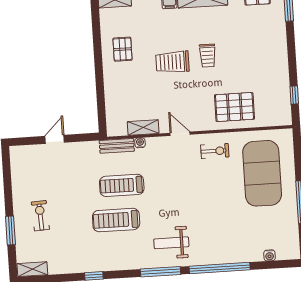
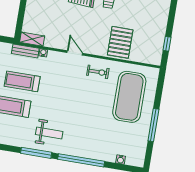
pallet: (234, 107) -> (120, 42), turned 90
shelving: (143, 128) -> (32, 39), moved
weight bench: (171, 243) -> (49, 133), turned 180

